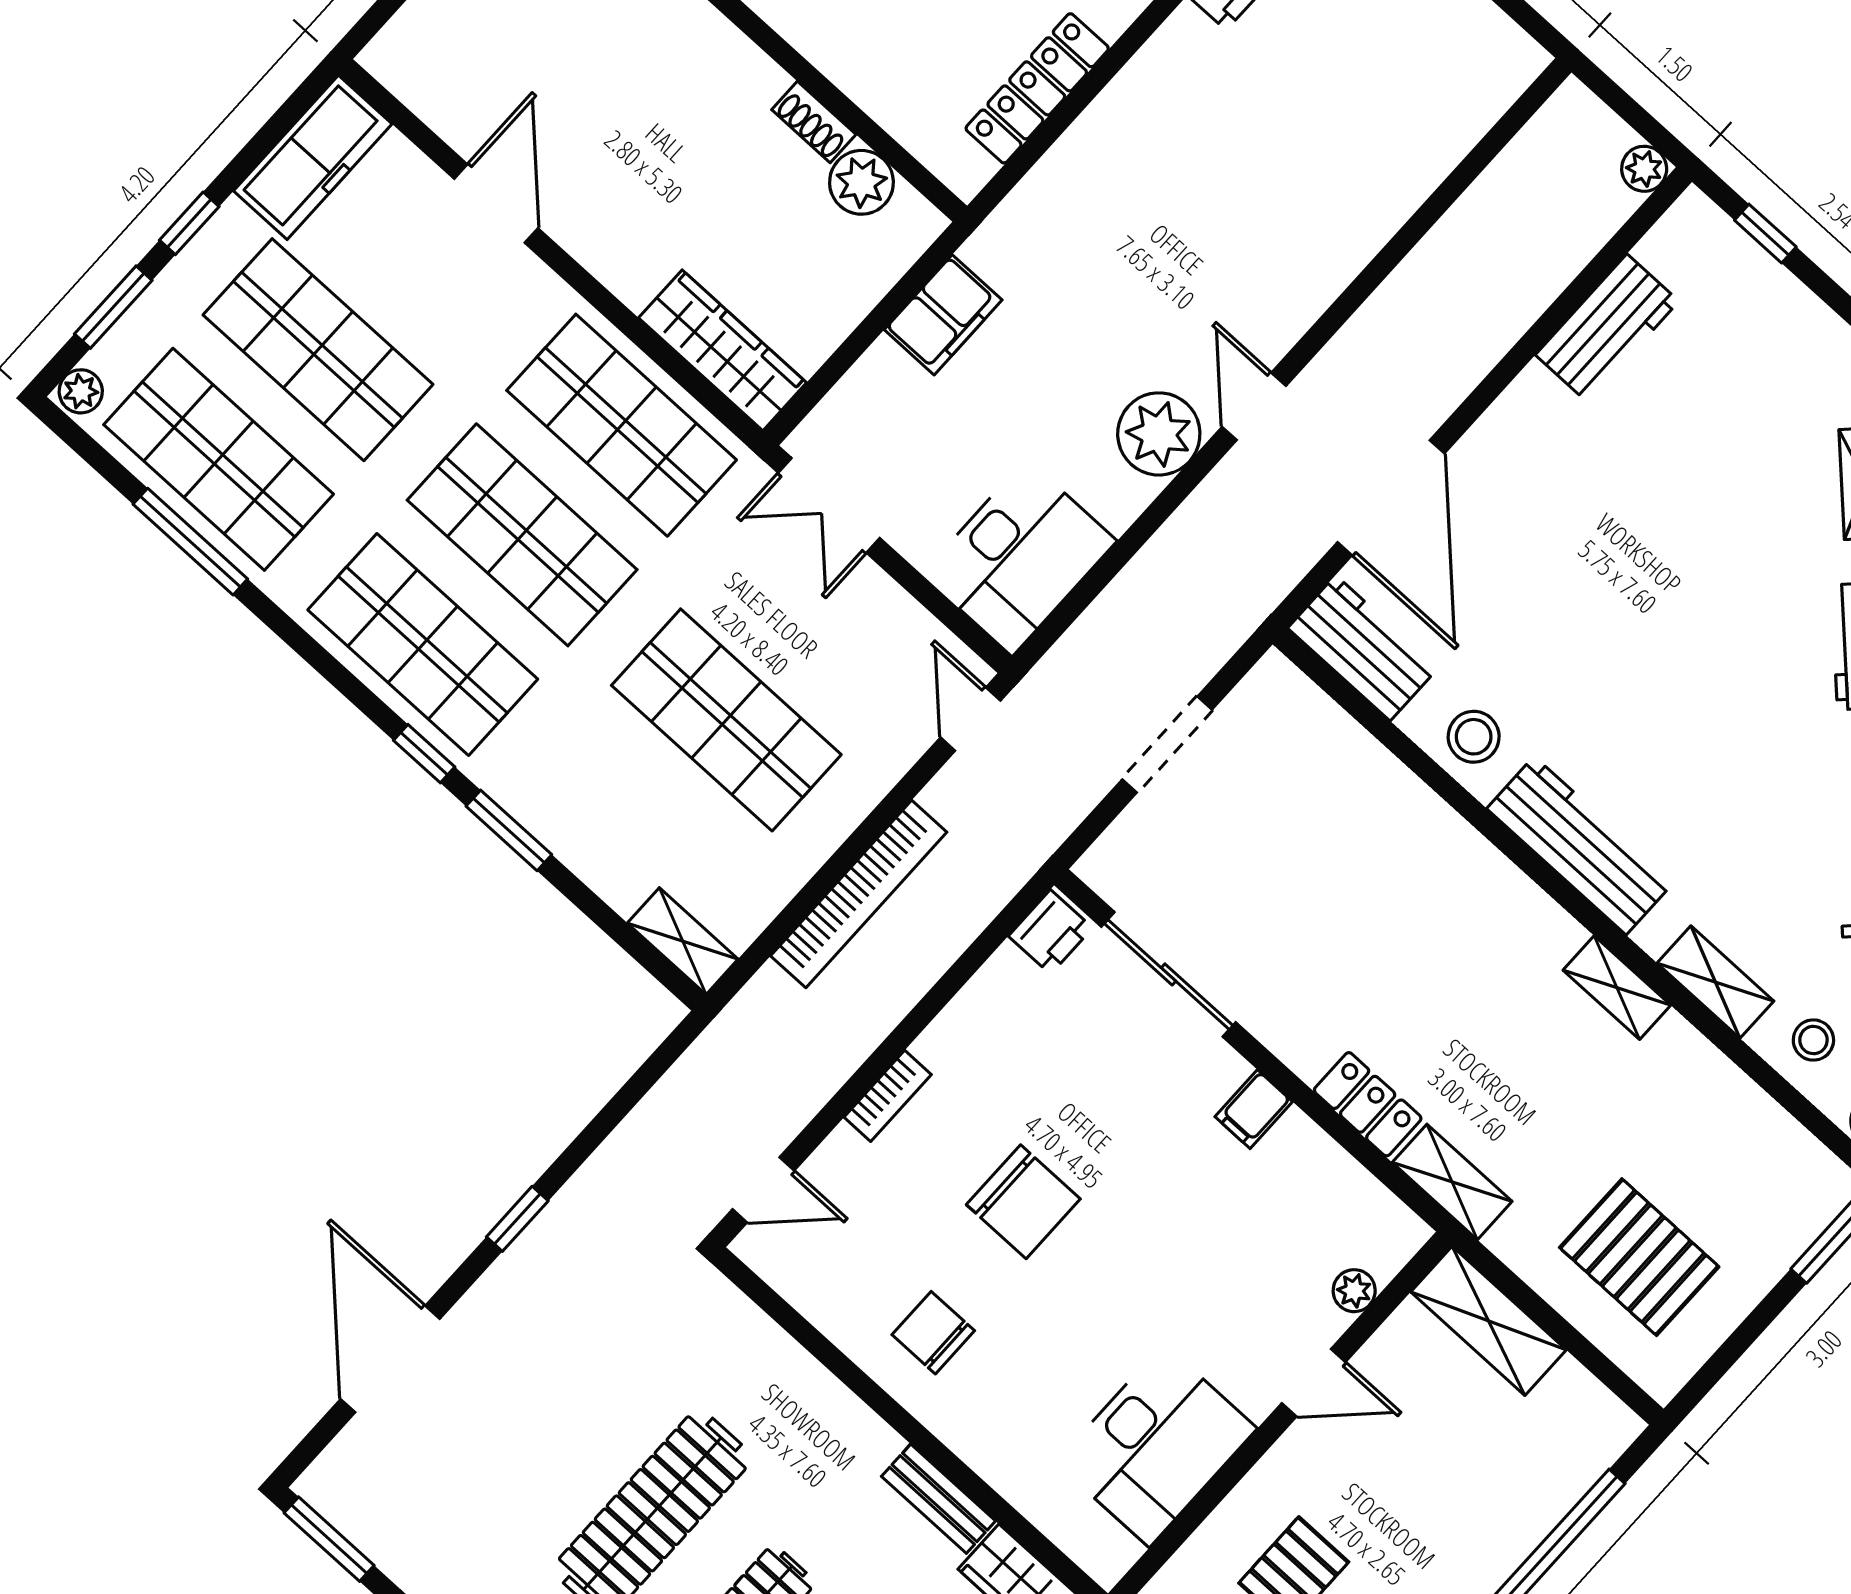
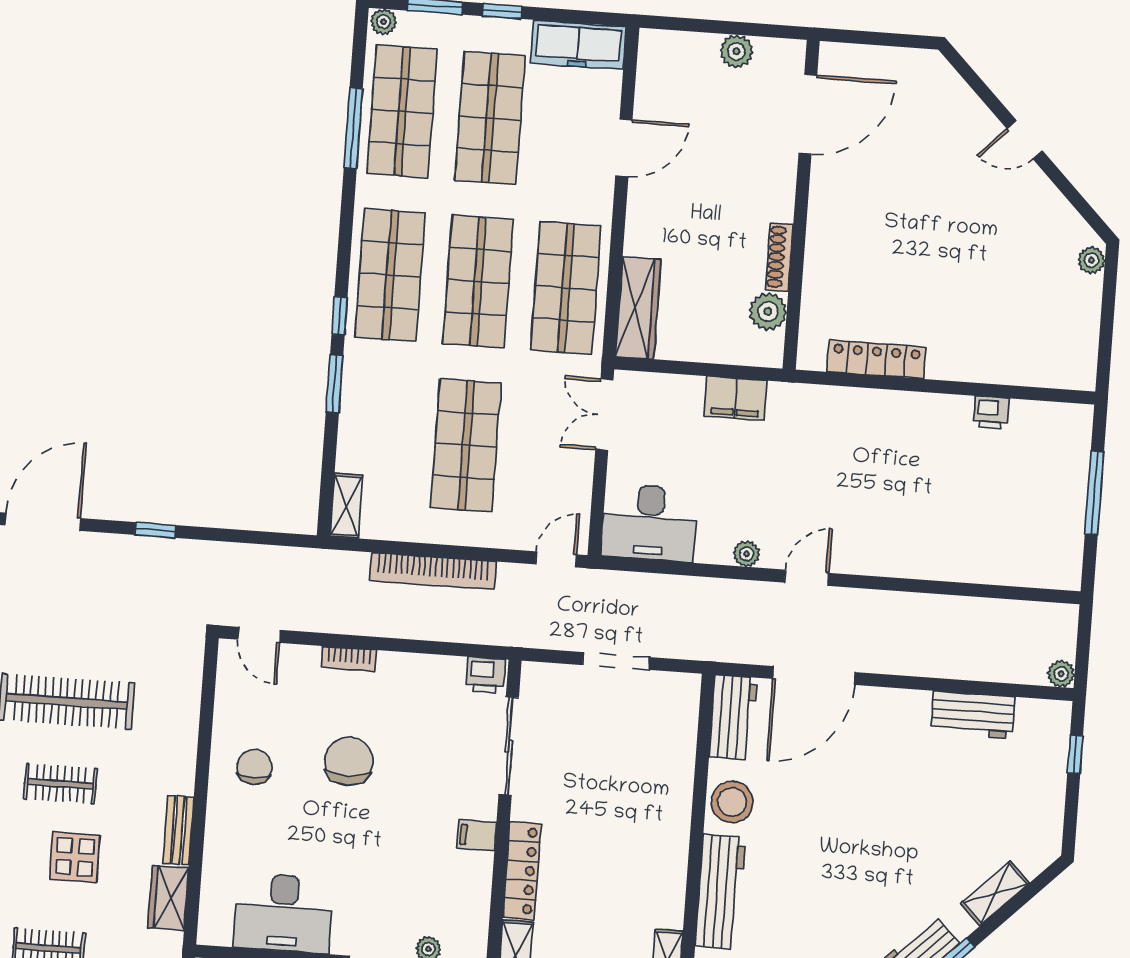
shoe rack: (814, 122) -> (779, 257), width x1.43
plant: (1159, 434) -> (747, 554), width x0.53, depth x0.53
stool: (1474, 737) -> (732, 802), width x1.38, depth x1.38
locker: (1368, 1104) -> (522, 870), width x1.53
chair: (1023, 1202) -> (349, 761), turned 180

